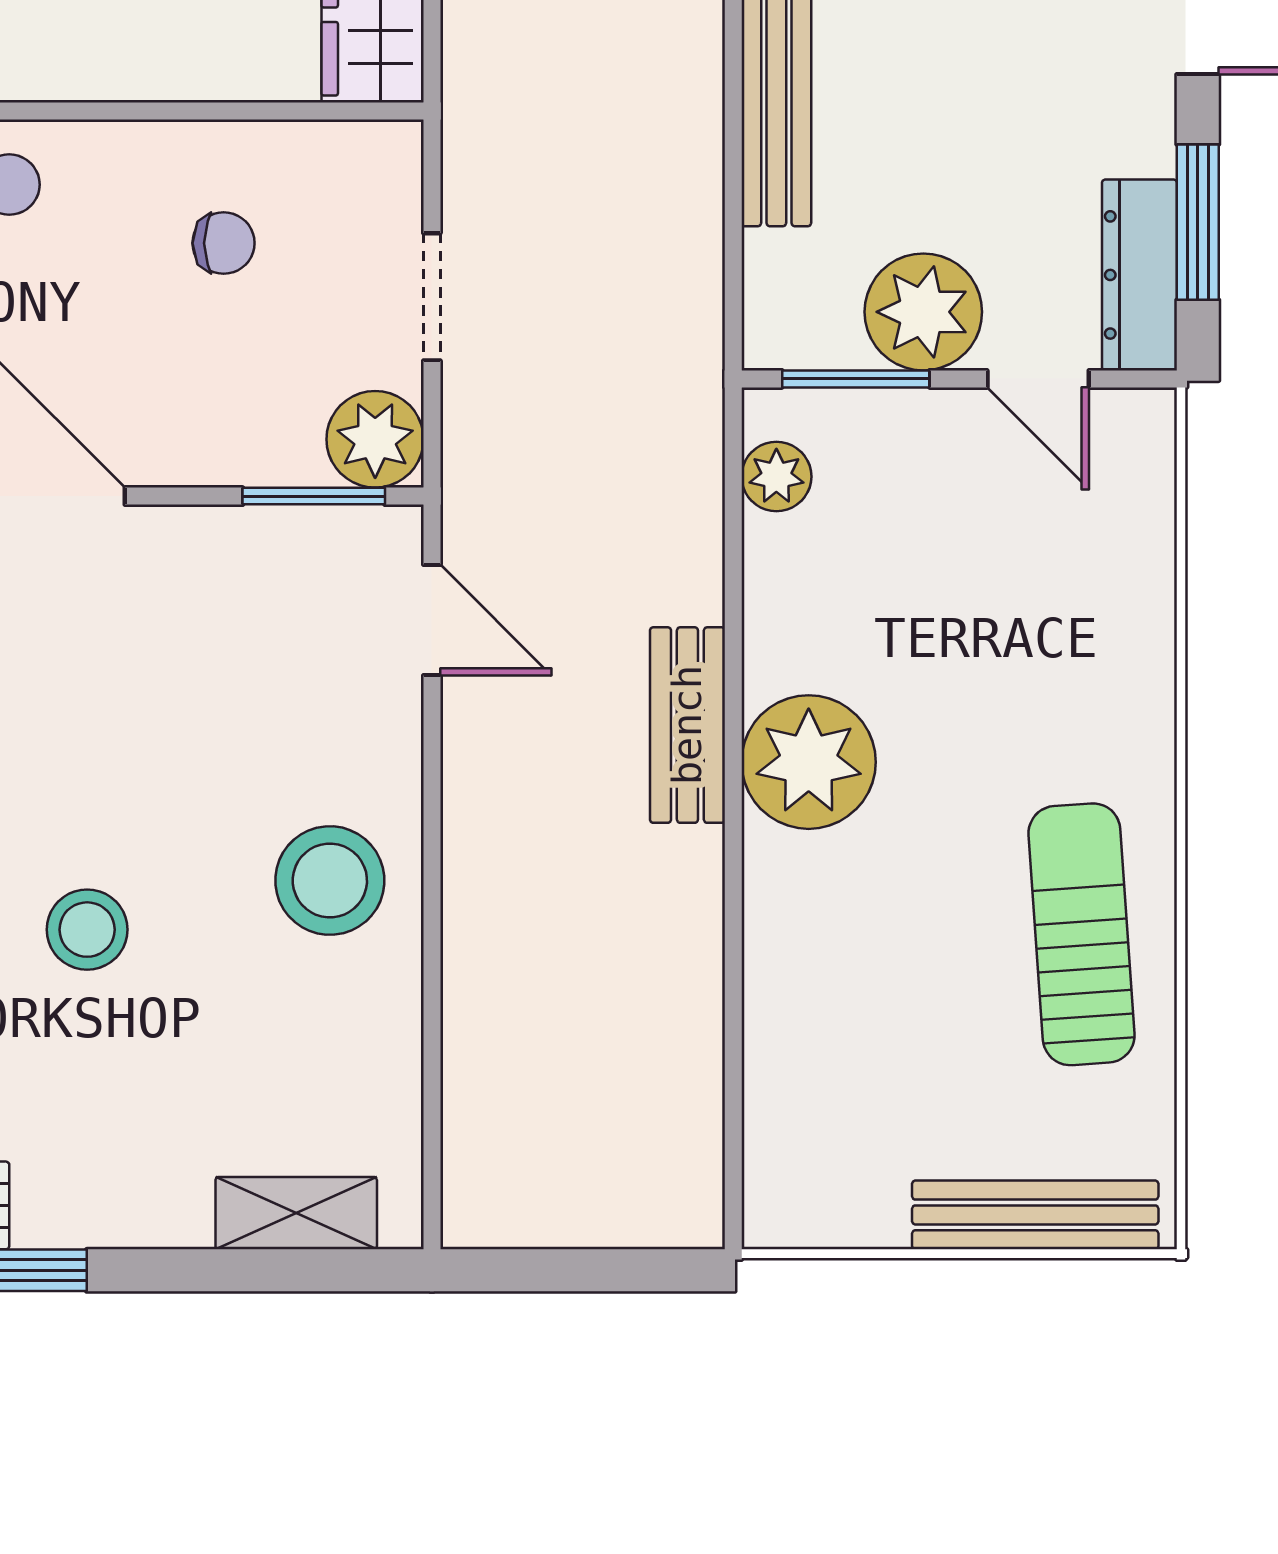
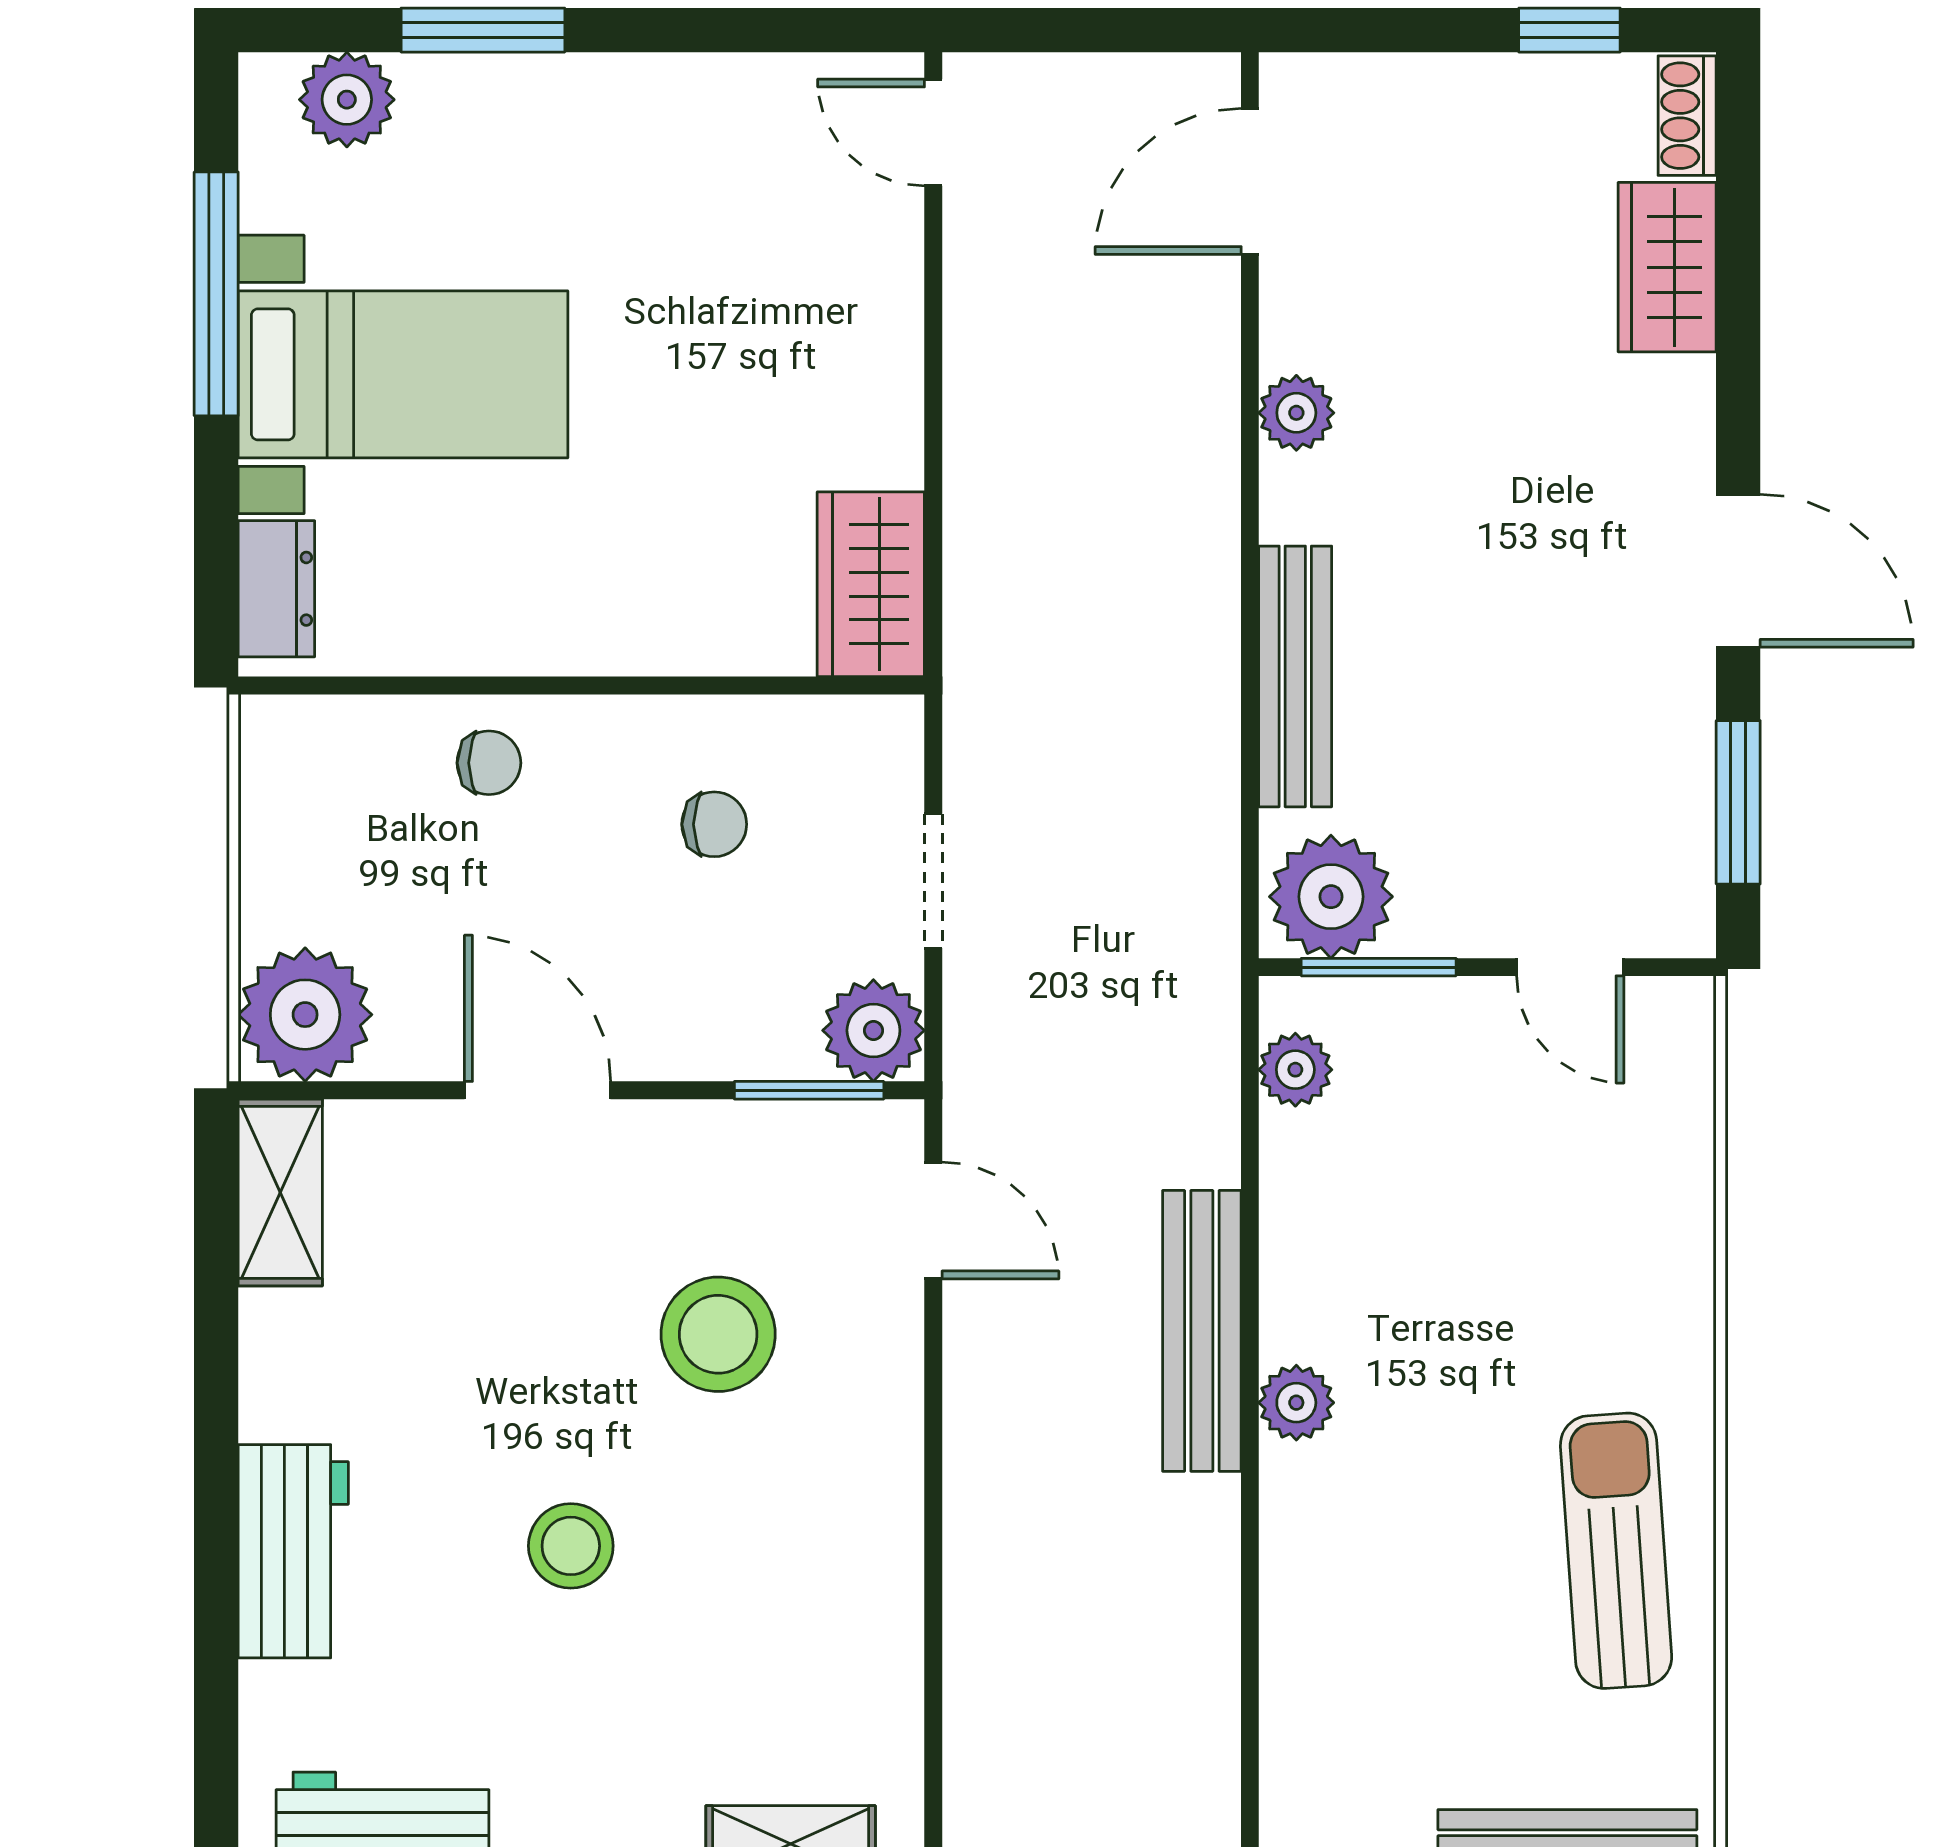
dresser: (1139, 275) -> (1677, 858), removed
plant: (923, 312) -> (1331, 897), moved
bench: (687, 725) -> (1202, 1331), width x1.36
plant: (809, 762) -> (1296, 1403), width x0.53, depth x0.53
stool: (330, 880) -> (718, 1334), moved

